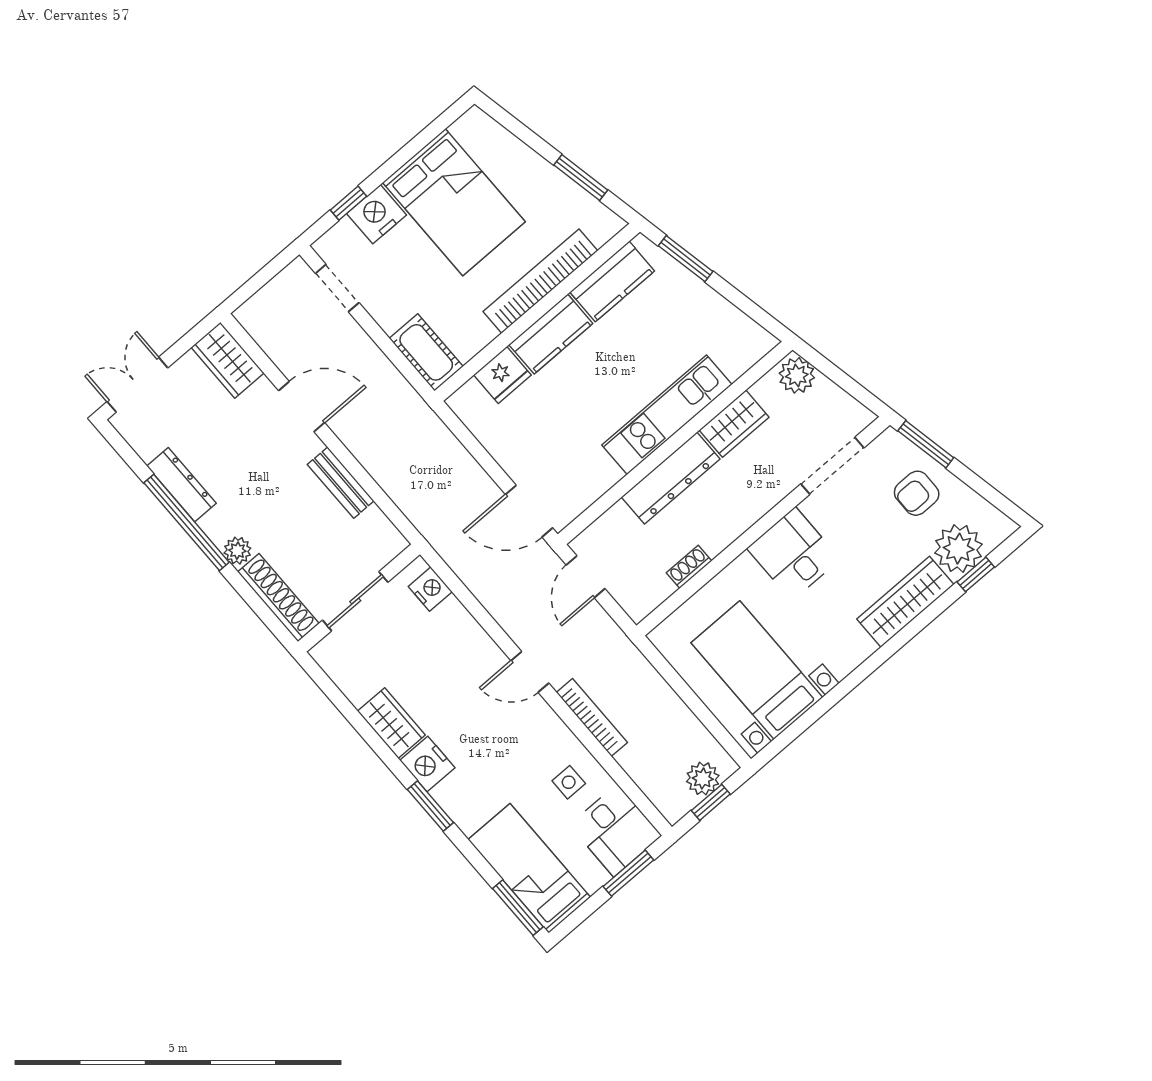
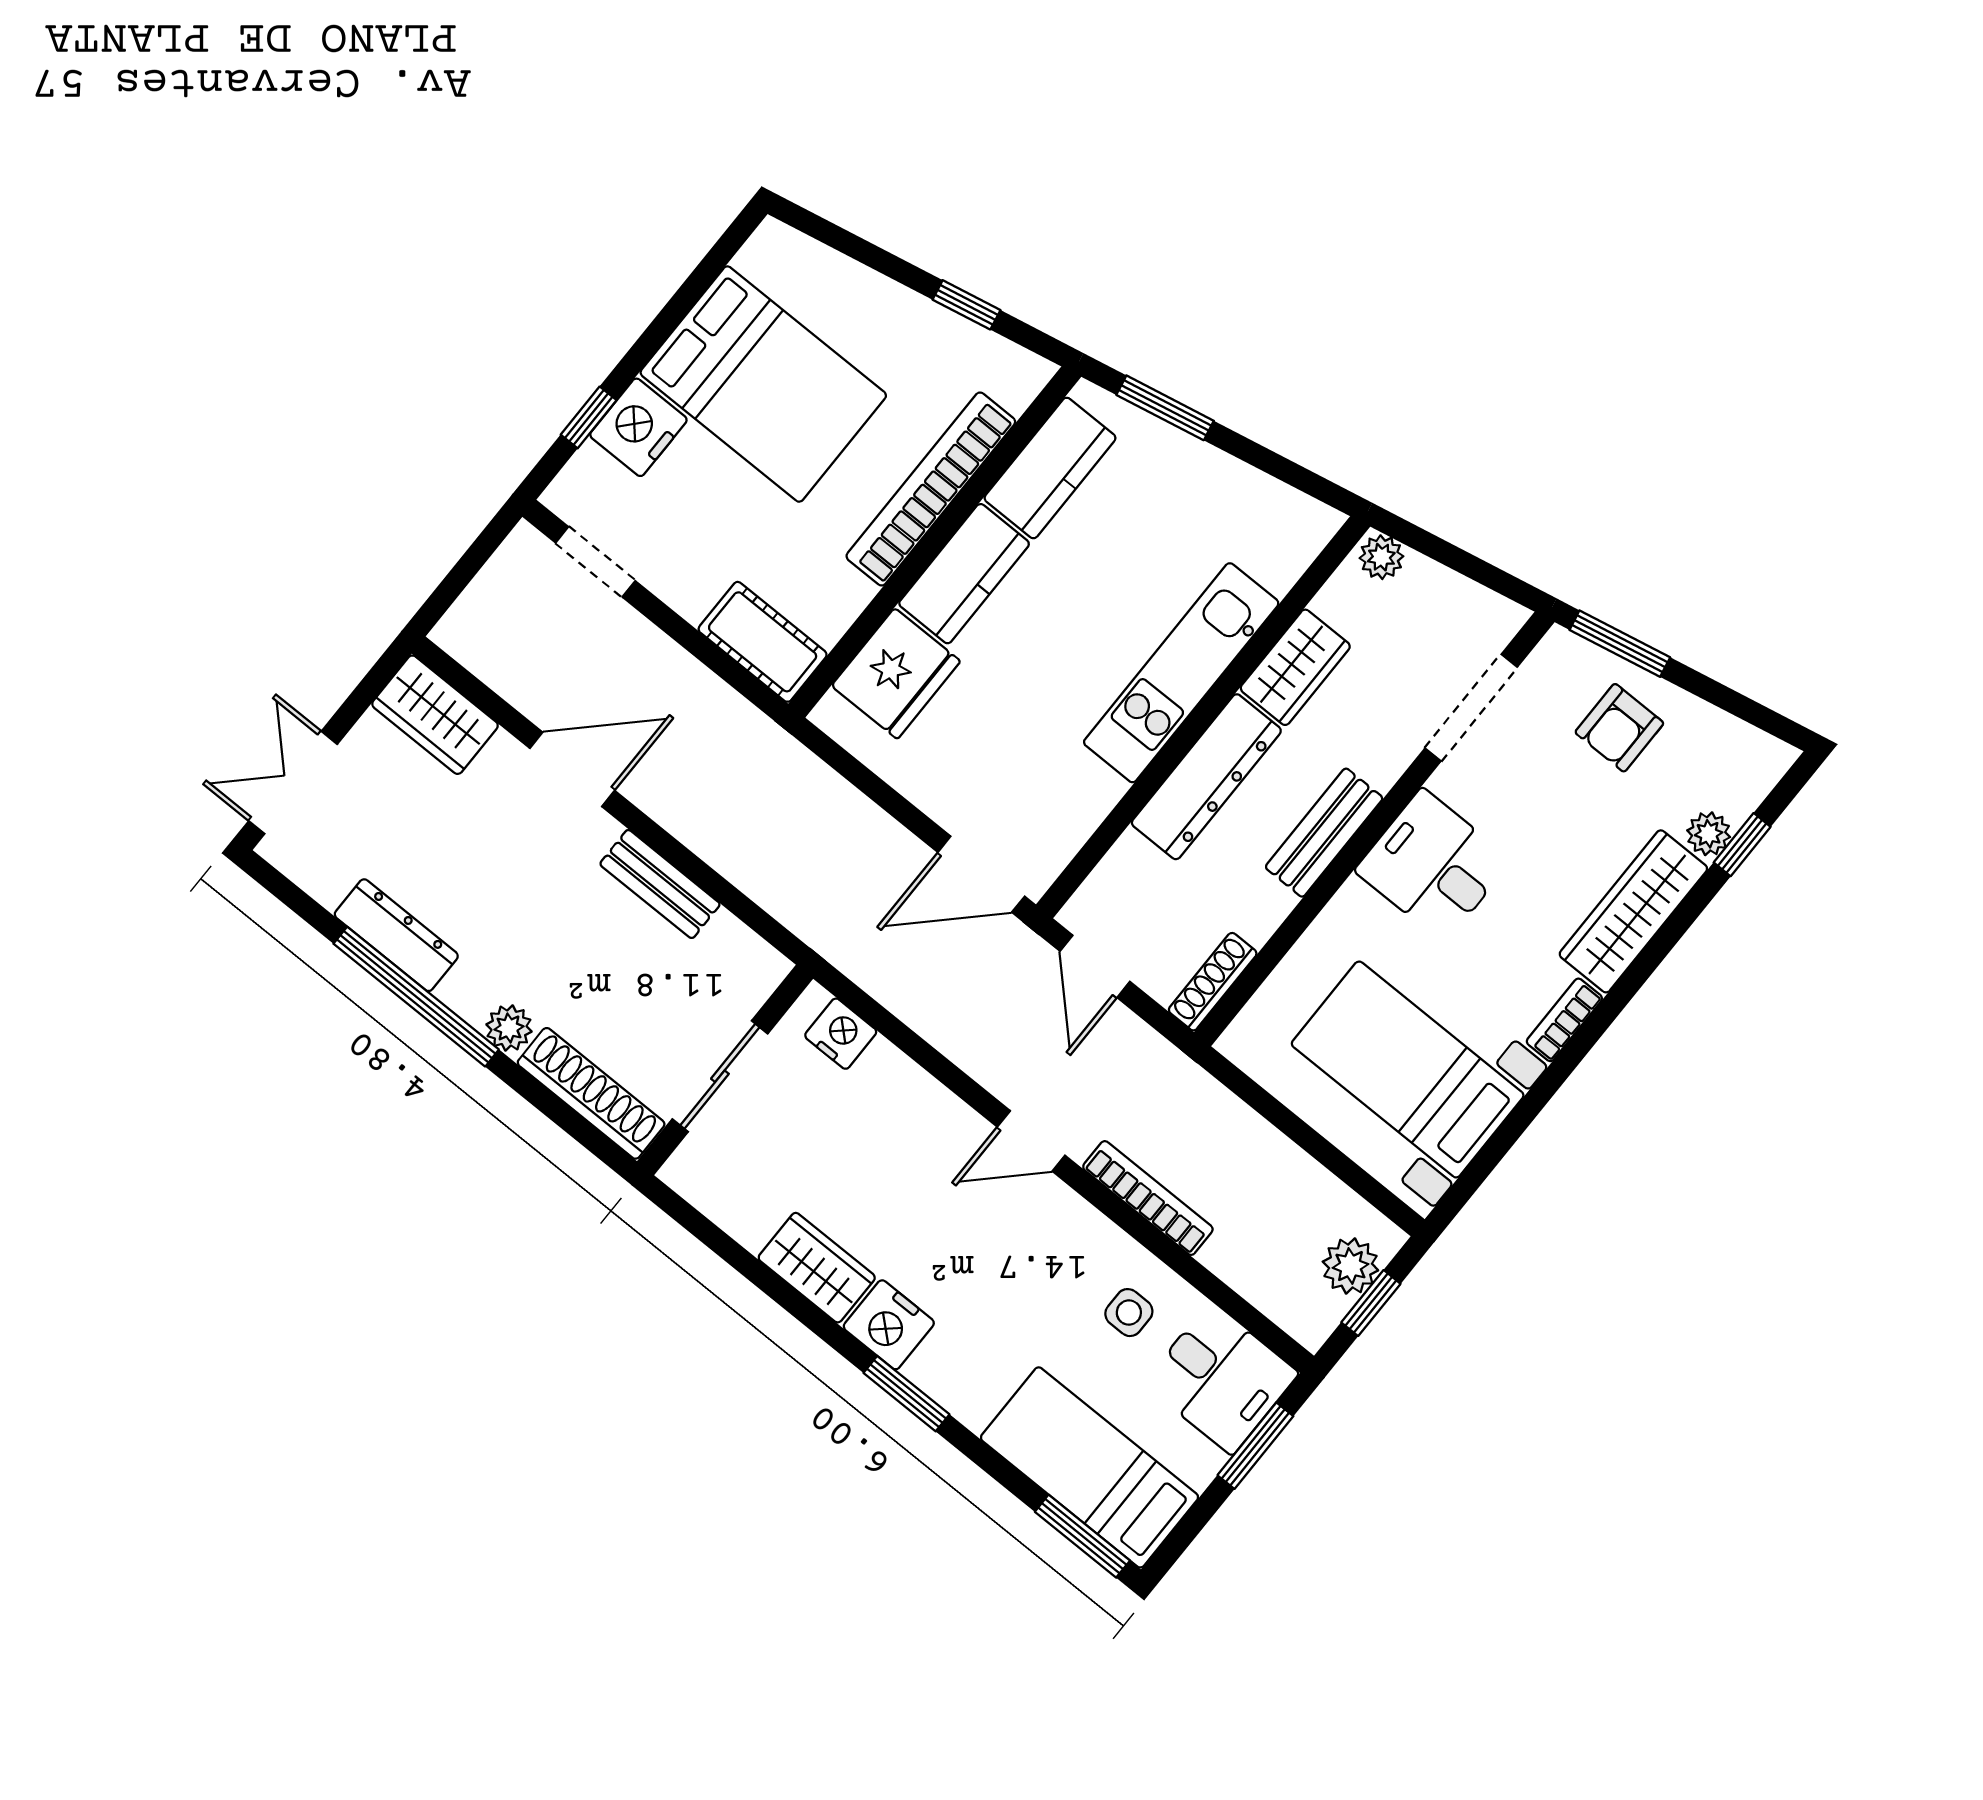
window: (581, 178) -> (966, 305), width x0.67
fridge: (502, 375) -> (896, 674), width x1.36, depth x1.34
plant: (797, 375) -> (1381, 557), width x0.73, depth x0.73
bench: (733, 523) -> (1324, 833), added
plant: (959, 549) -> (1709, 834), width x0.53, depth x0.53
shoe rack: (689, 567) -> (1213, 982), moved, width x1.43
bookcase: (854, 658) -> (1564, 1020), added

